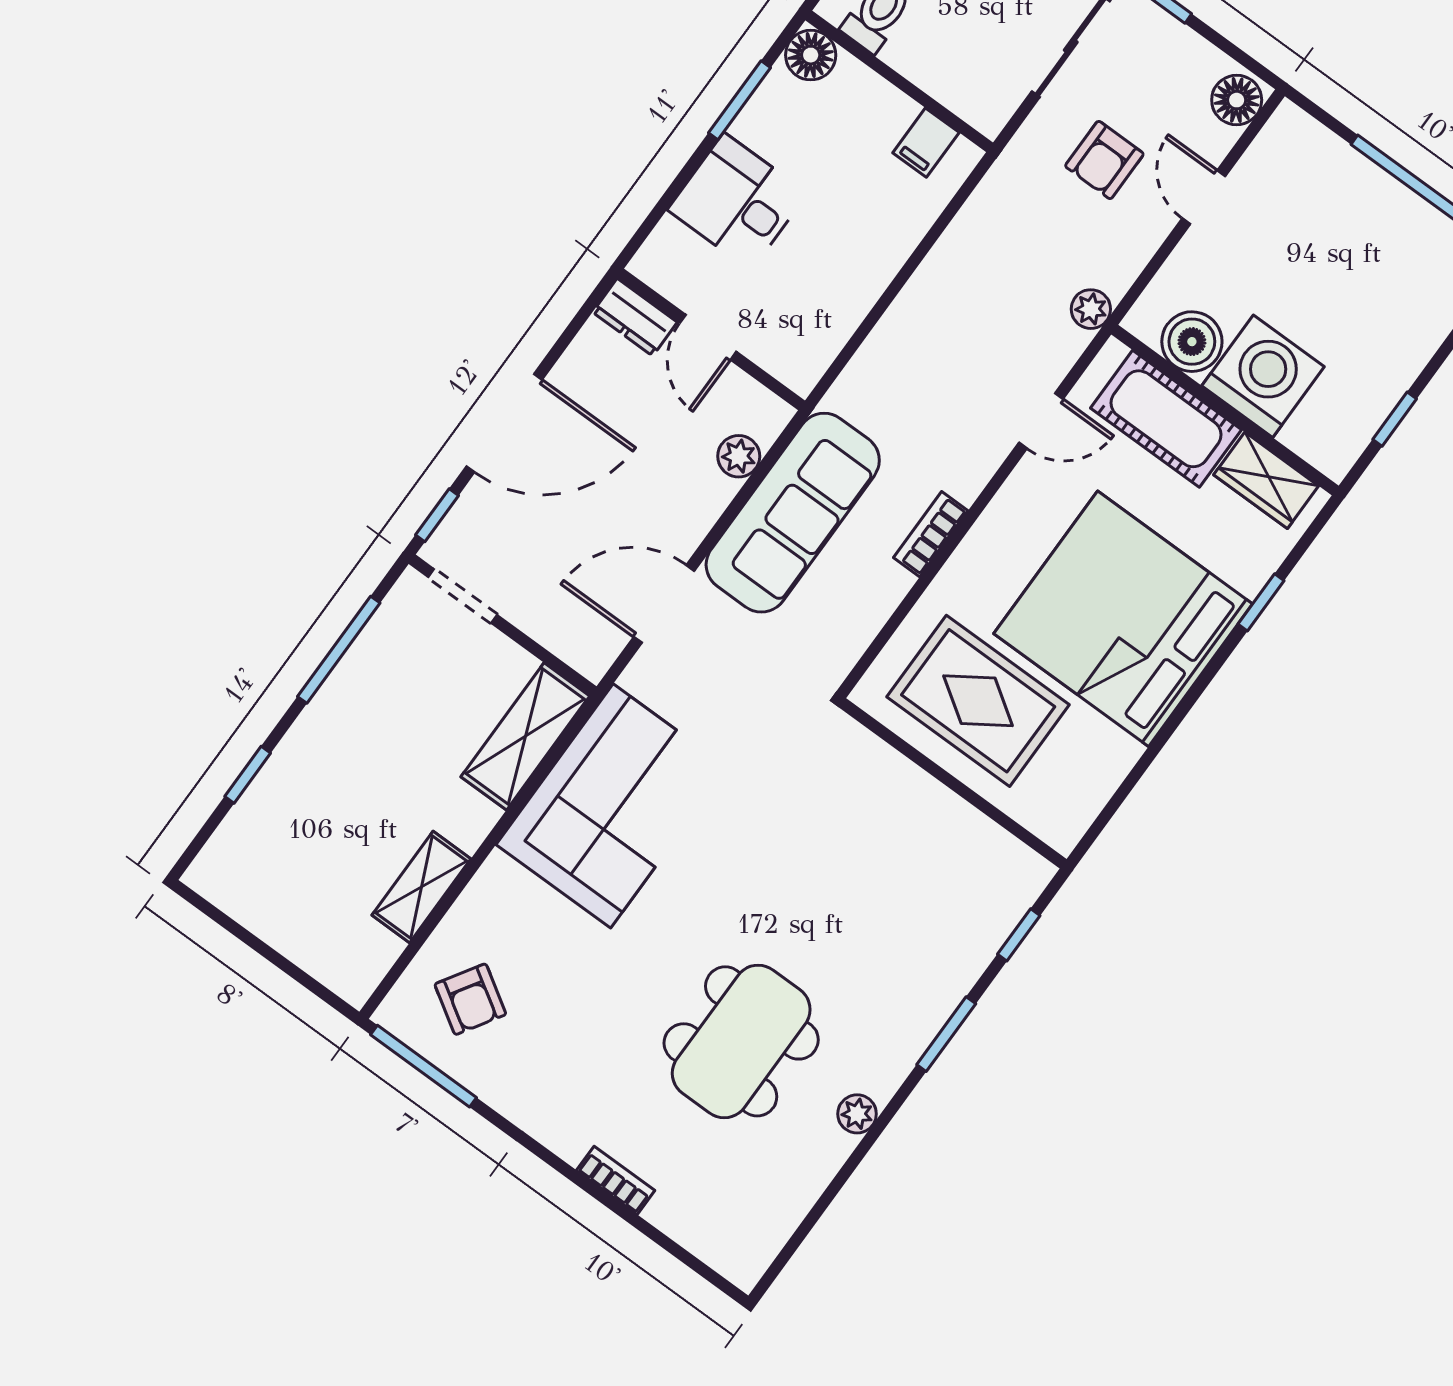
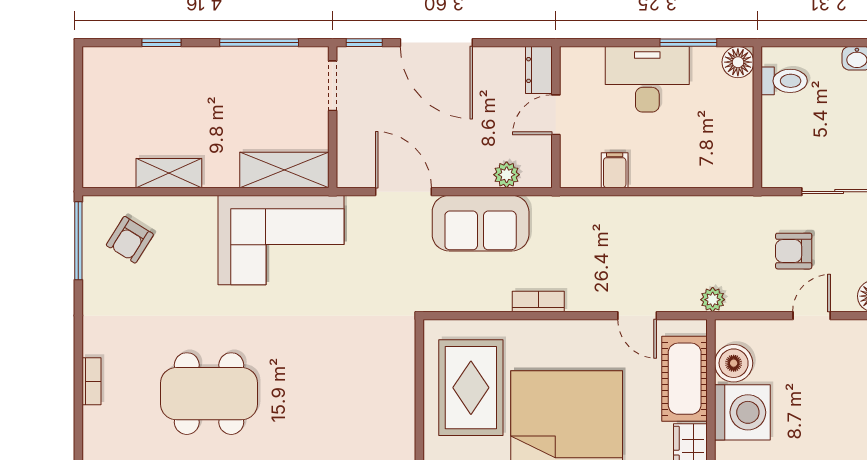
filing cabinet: (926, 143) -> (615, 170), moved, turned 90
desk: (737, 202) -> (647, 79), width x1.37
sofa: (793, 513) -> (481, 223), width x0.73

